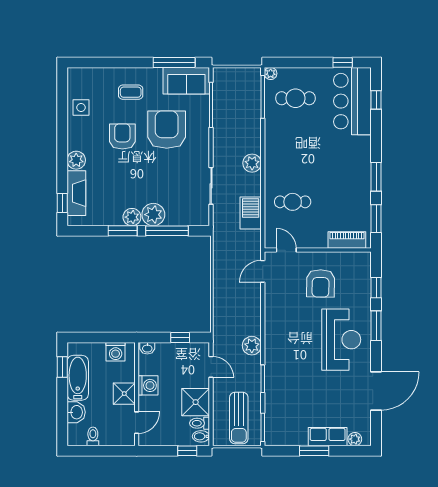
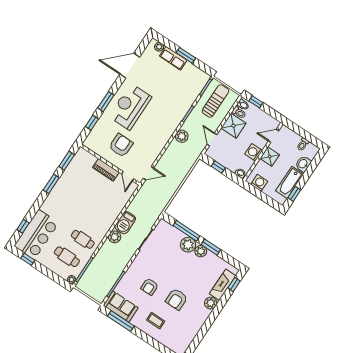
side table: (81, 107) -> (189, 330), removed
armchair: (167, 130) -> (150, 287), width x0.53, depth x0.53
cafe table: (293, 202) -> (83, 239), moved
barbecue: (251, 213) -> (125, 223), moved
piano: (347, 240) -> (106, 170), moved

